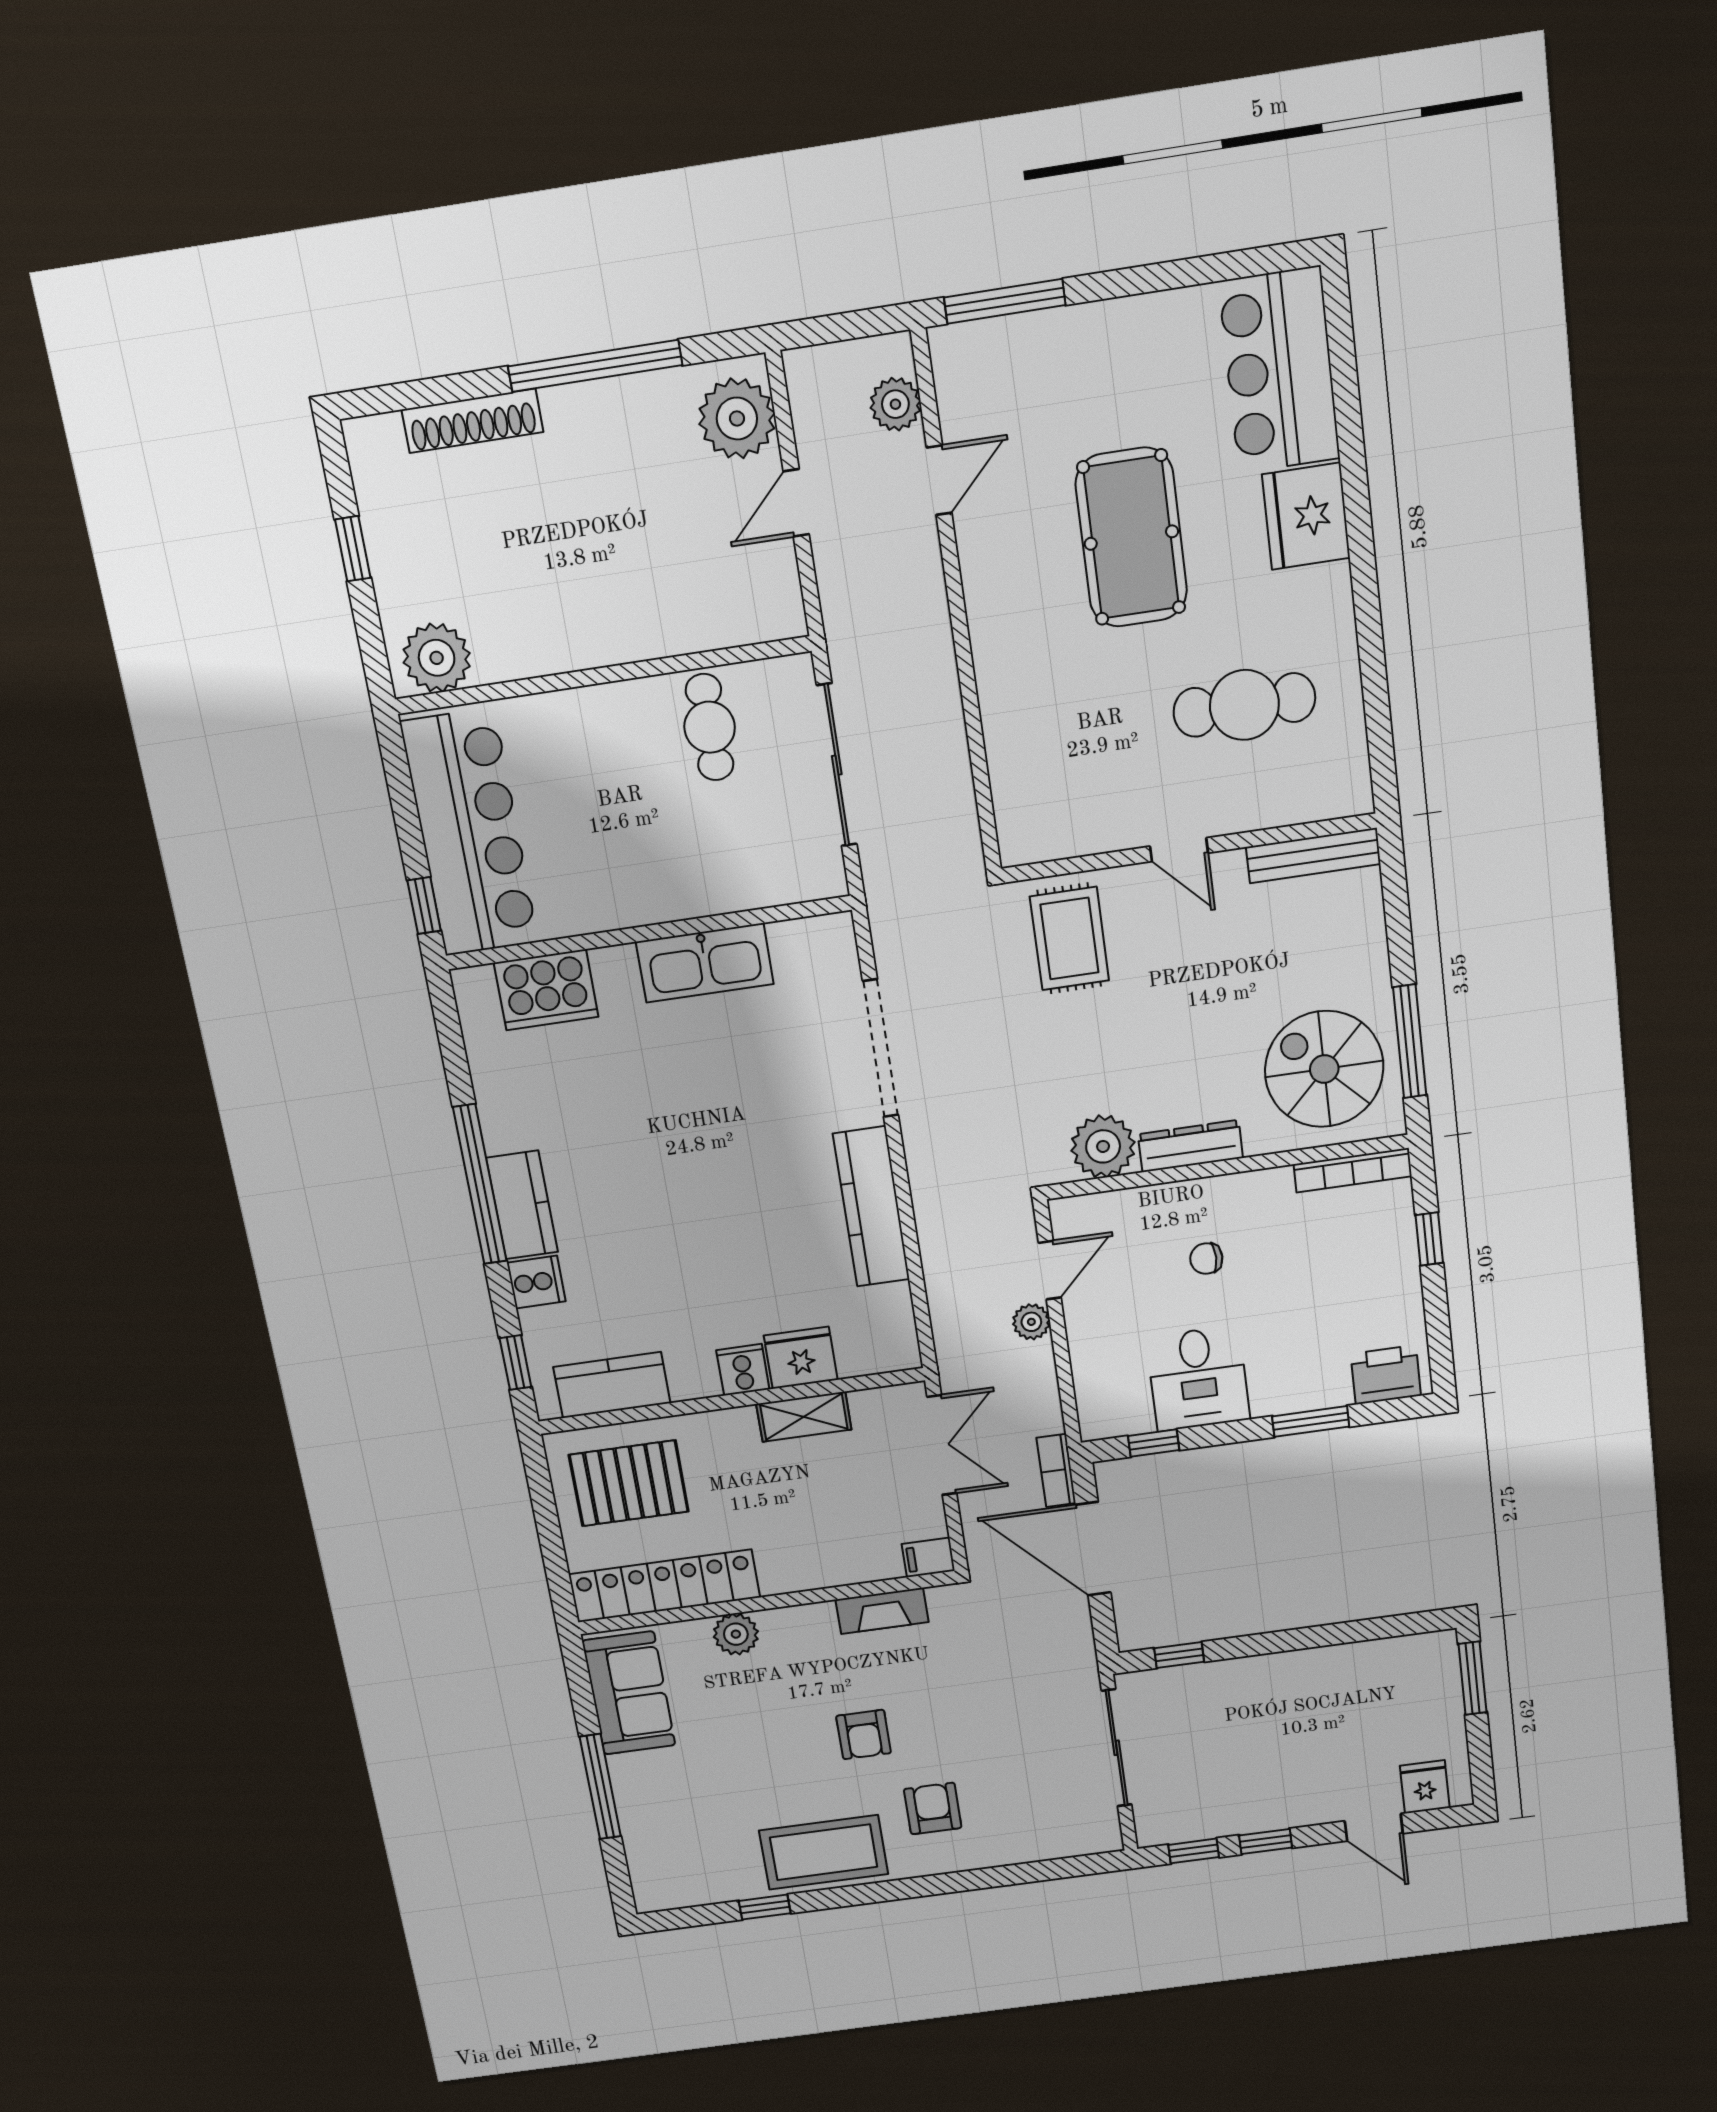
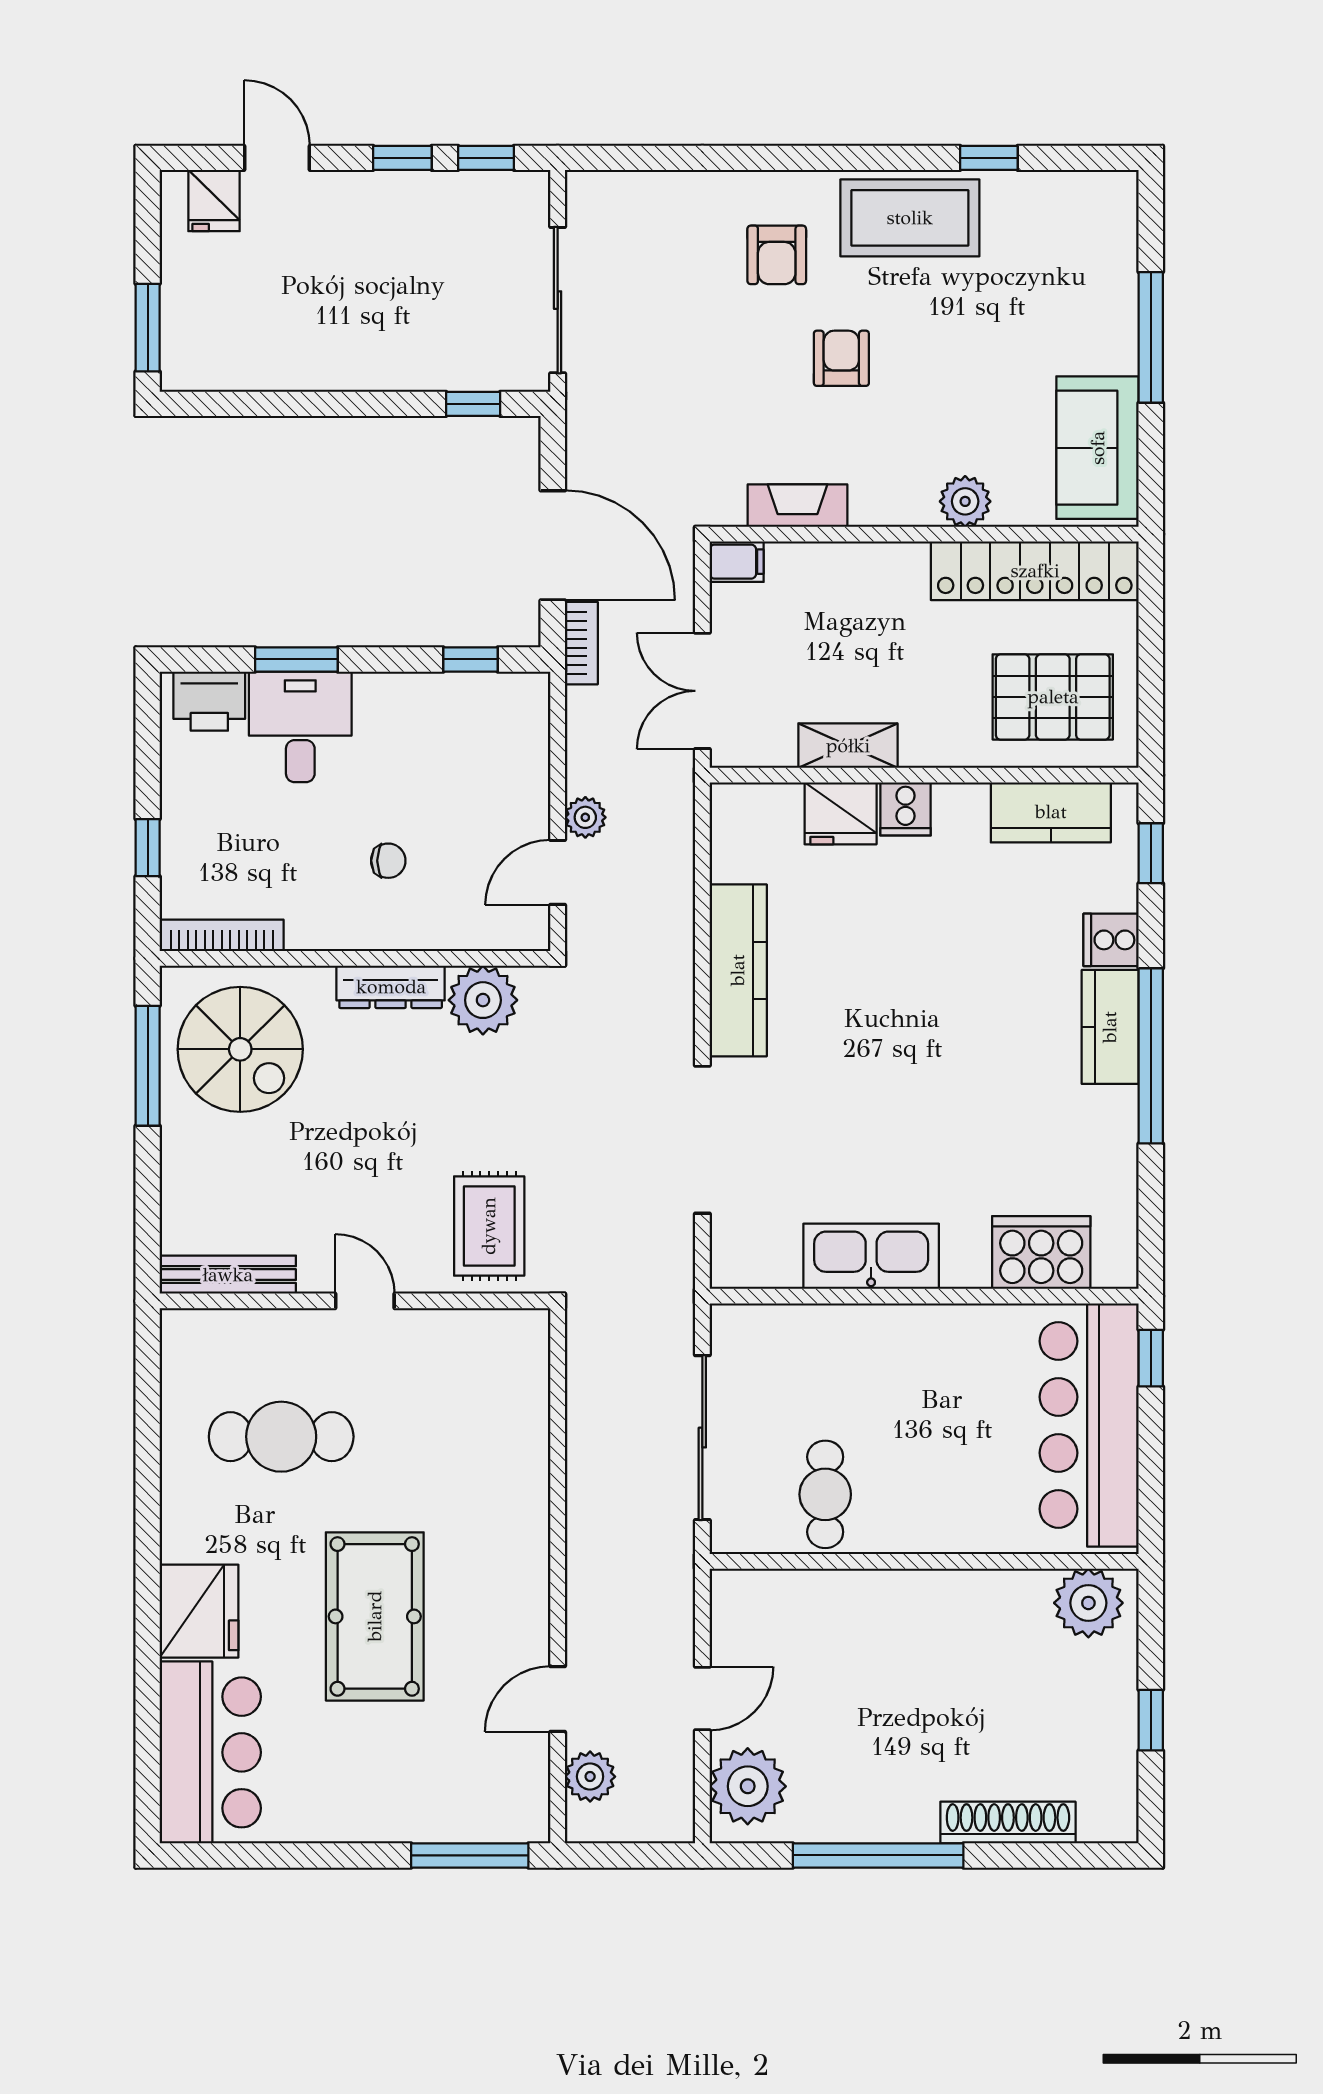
desk: (1198, 1378) -> (300, 727), moved

